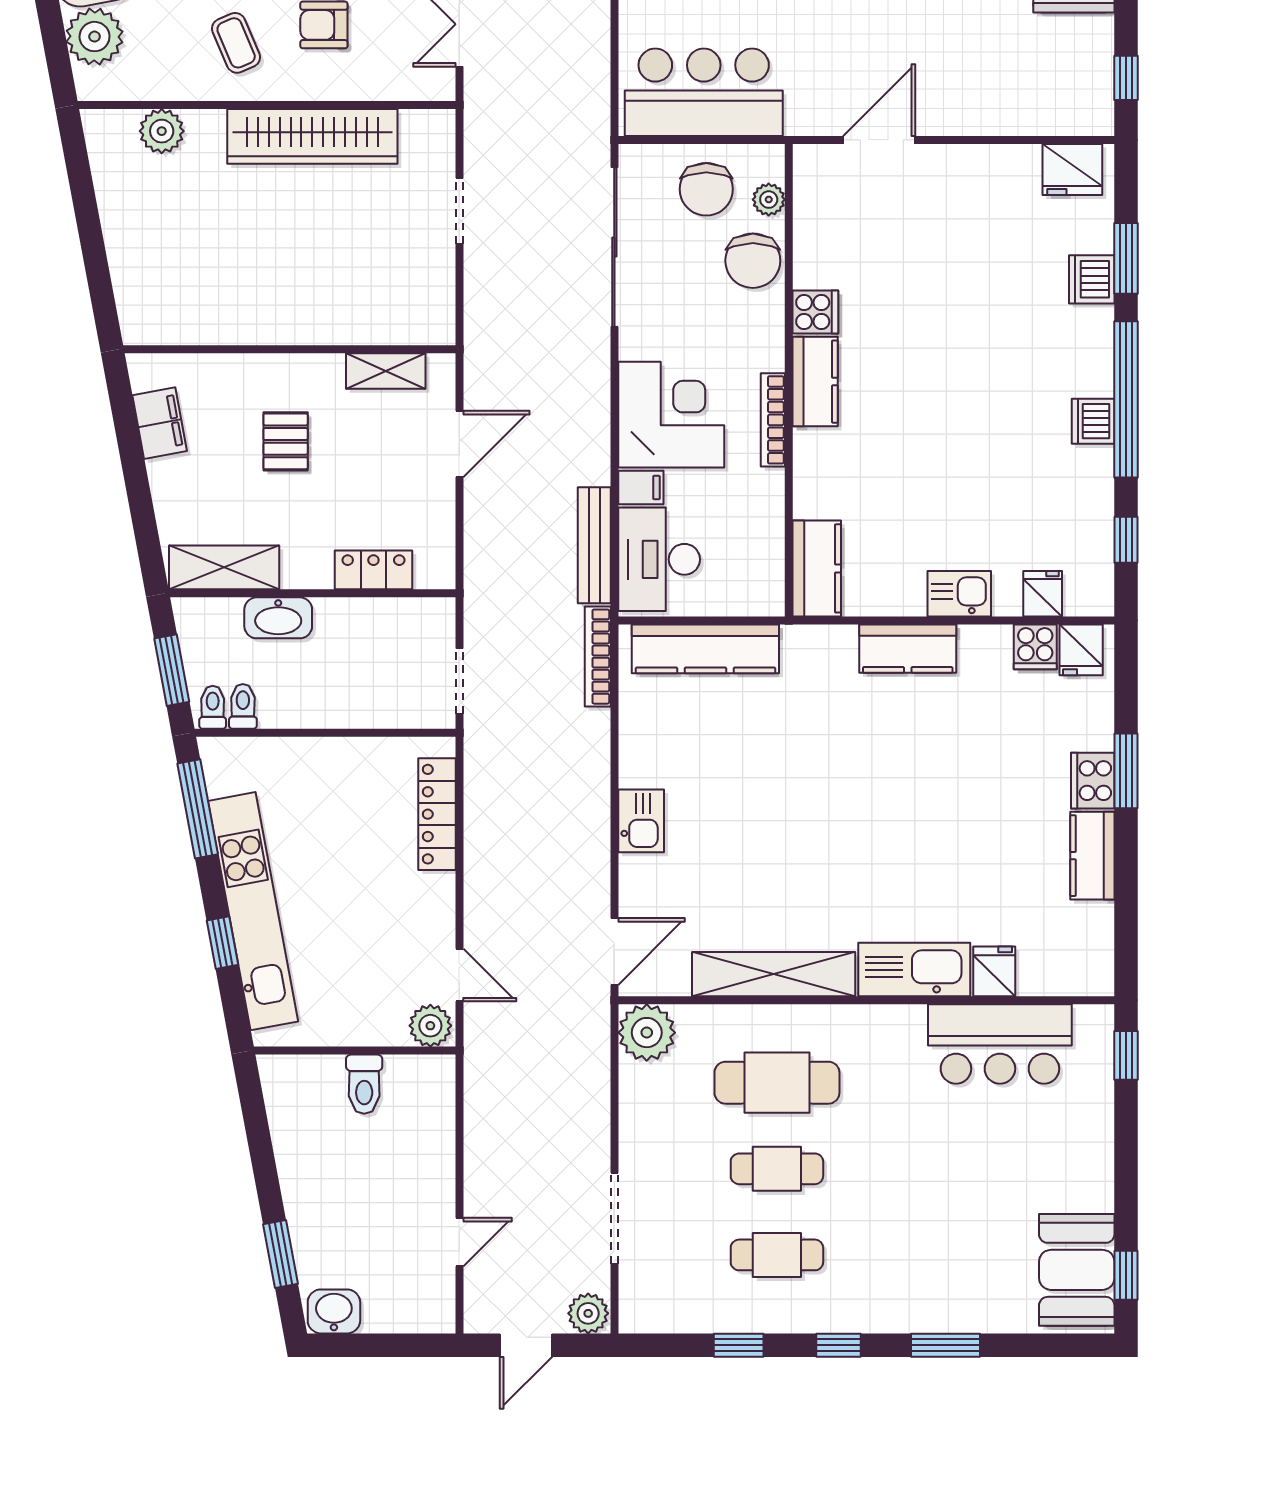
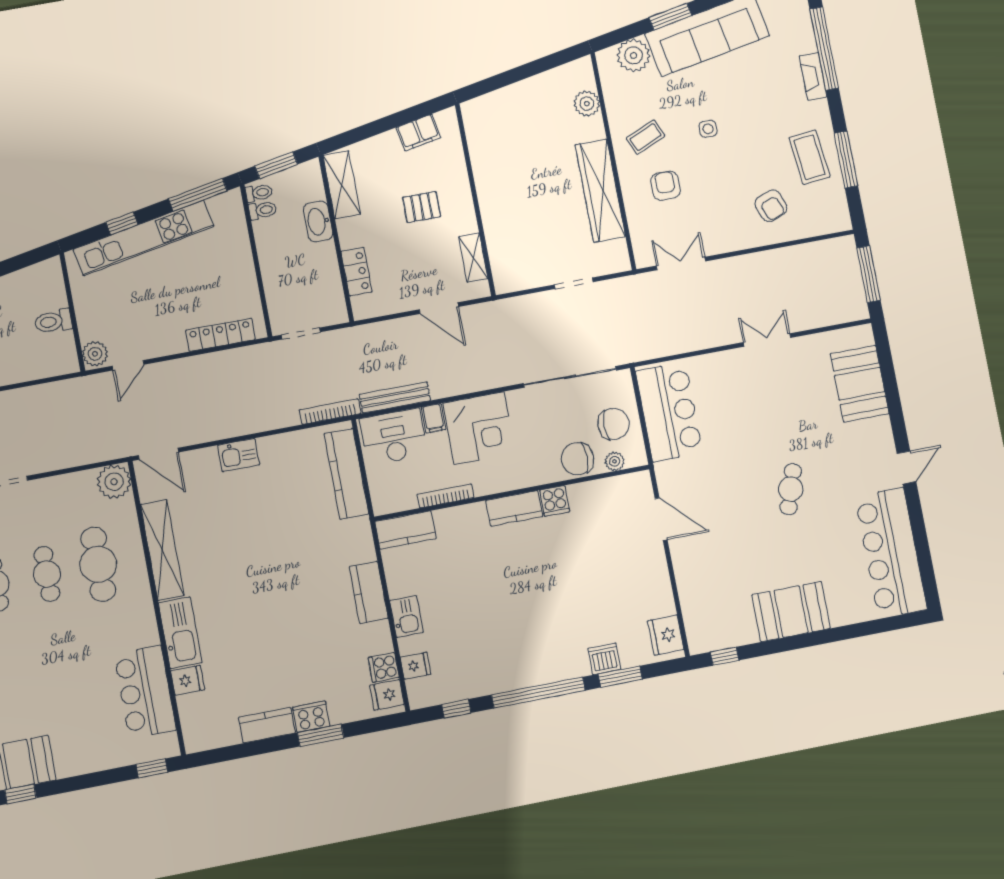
chair: (706, 189) -> (614, 424), turned 180
bookcase: (773, 420) -> (445, 496), moved
dishwasher: (1093, 421) -> (522, 676), removed

